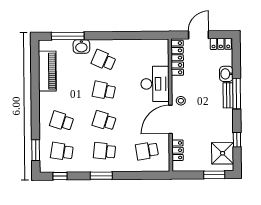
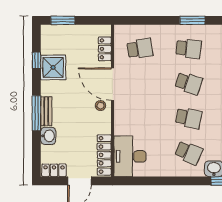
desk: (155, 84) -> (130, 156), moved
door: (170, 119) -> (113, 84), swing flipped
shower: (223, 153) -> (53, 67), moved

